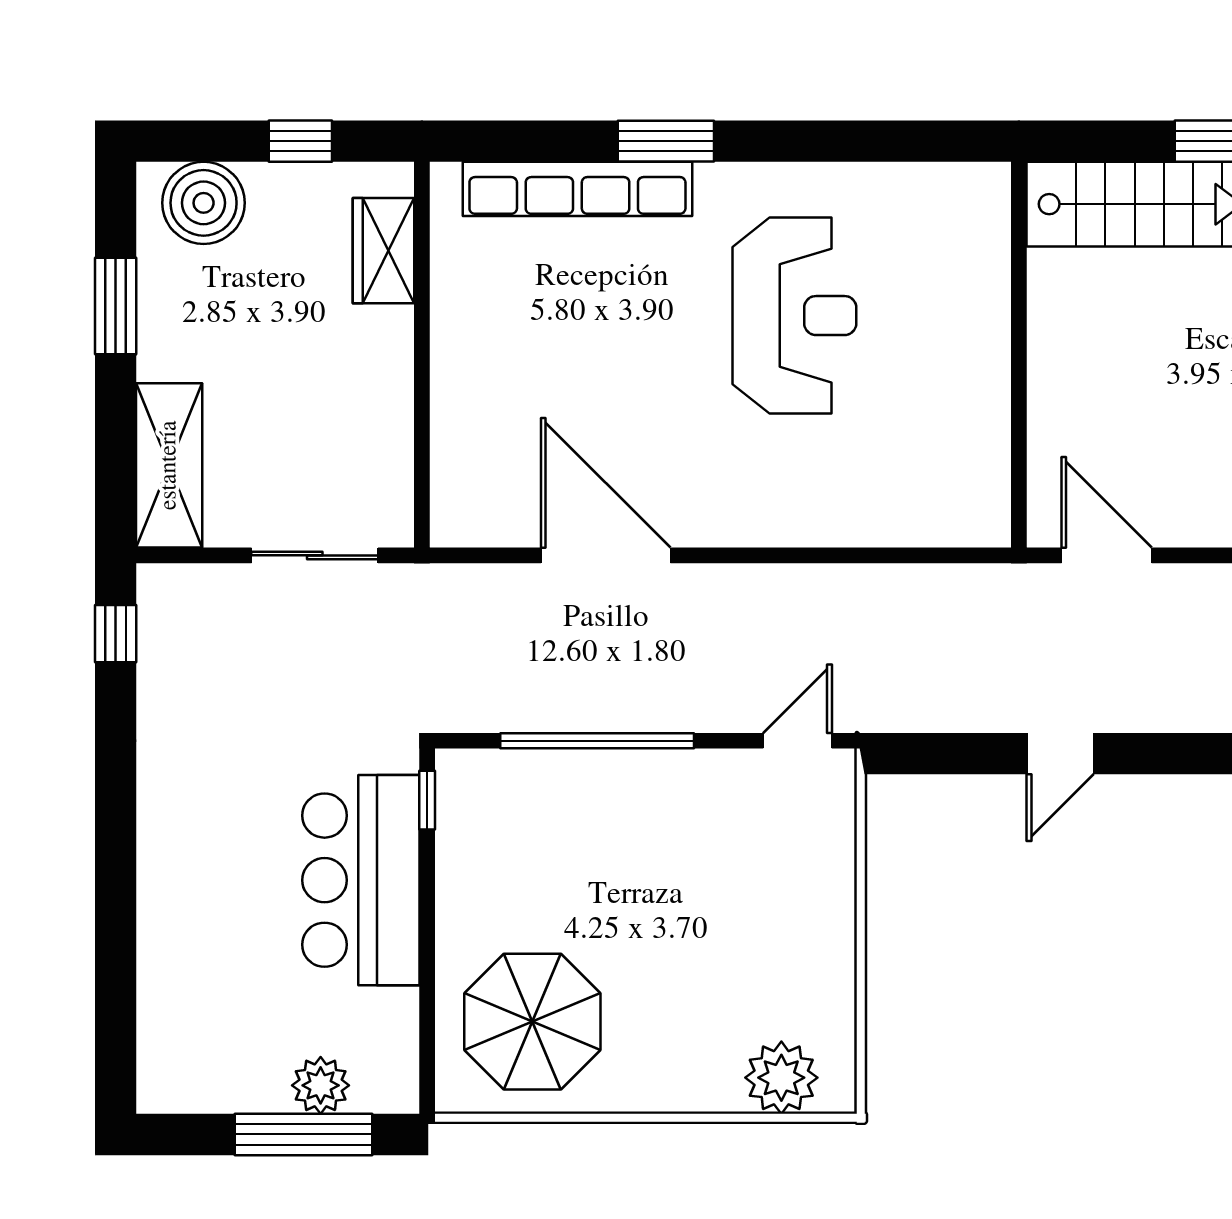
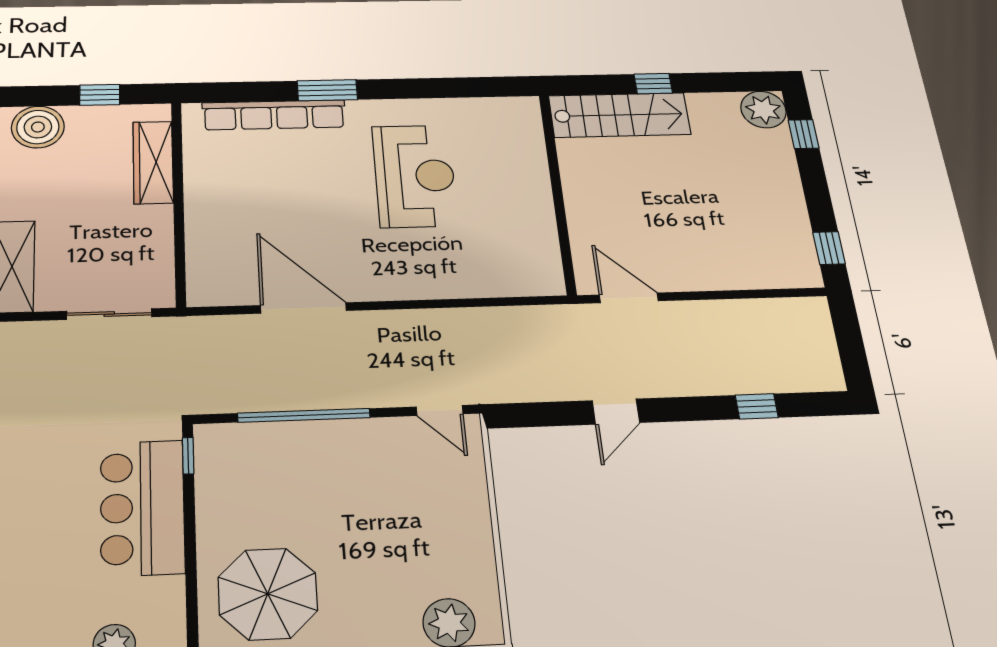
wardrobe: (384, 251) -> (153, 162), width x1.50
door: (797, 741) -> (440, 410), swing flipped

